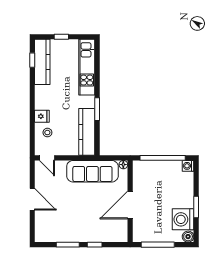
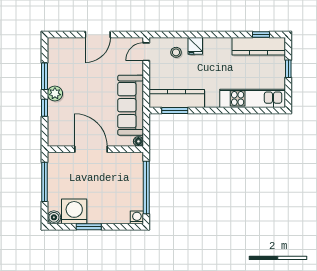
window: (97, 109) -> (175, 111), moved
plant: (82, 236) -> (55, 93), added

